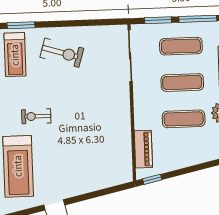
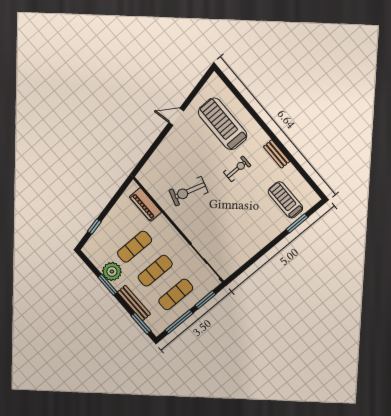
exercise bike: (62, 53) -> (188, 191), moved
window: (152, 179) -> (94, 226), moved

